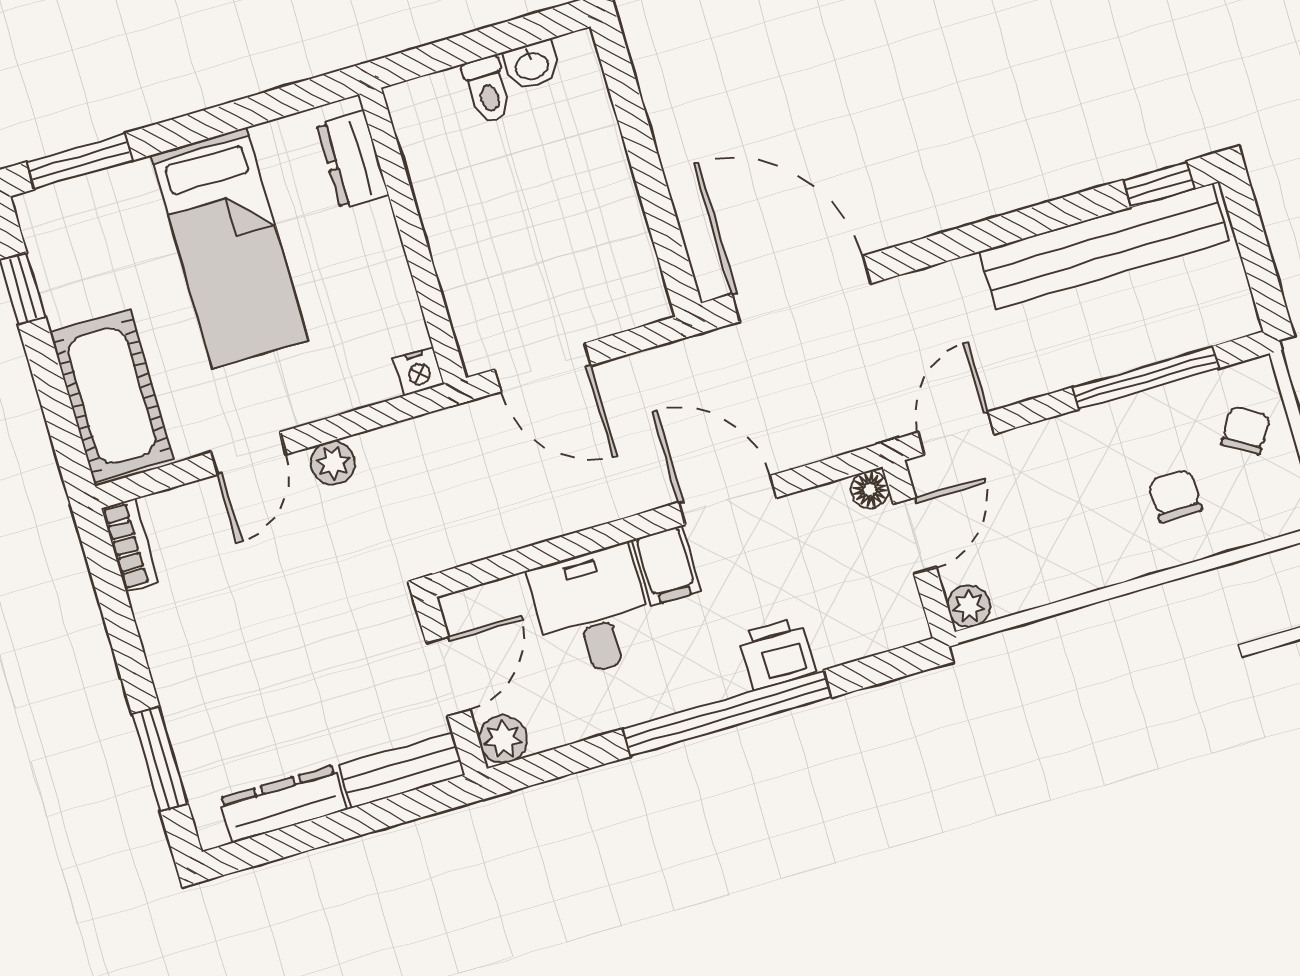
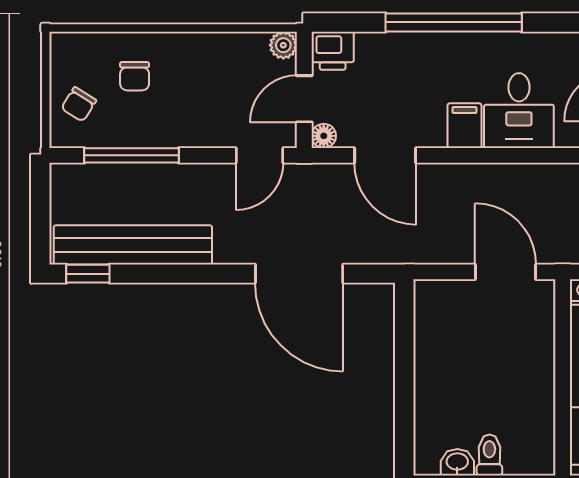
door: (801, 289) -> (299, 274), moved
door: (728, 500) -> (385, 155), moved
printer: (776, 653) -> (333, 51), moved

